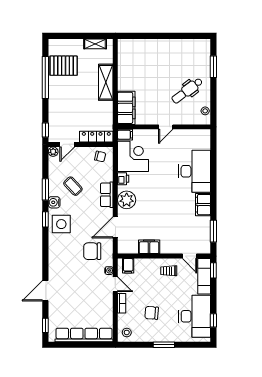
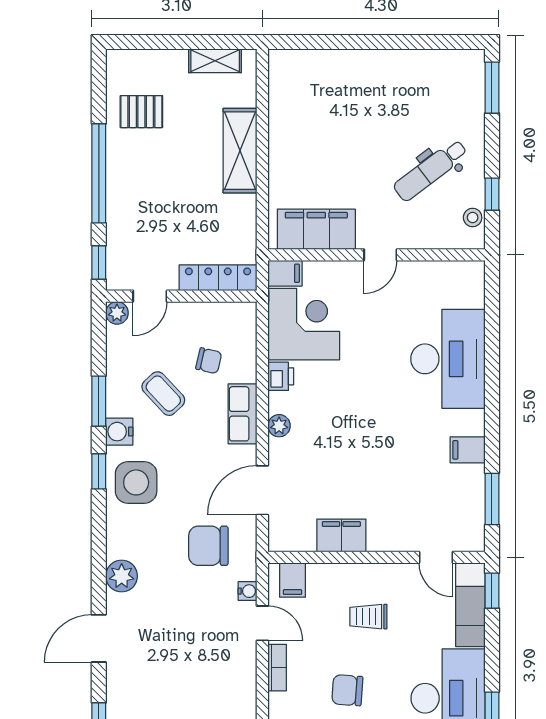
pallet: (64, 66) -> (141, 112), width x0.67, depth x0.71
window: (213, 67) -> (492, 88), moved
window: (45, 78) -> (99, 173), moved
window: (213, 101) -> (492, 194), added
filing cabinet: (126, 108) -> (316, 229), moved, turned -90
chair: (100, 157) -> (209, 361), moved
plant: (127, 200) -> (279, 426), width x0.53, depth x0.53
filing cabinet: (203, 205) -> (468, 450), width x0.50
plant: (55, 264) -> (122, 576), added
trolley: (169, 271) -> (368, 617), moved

